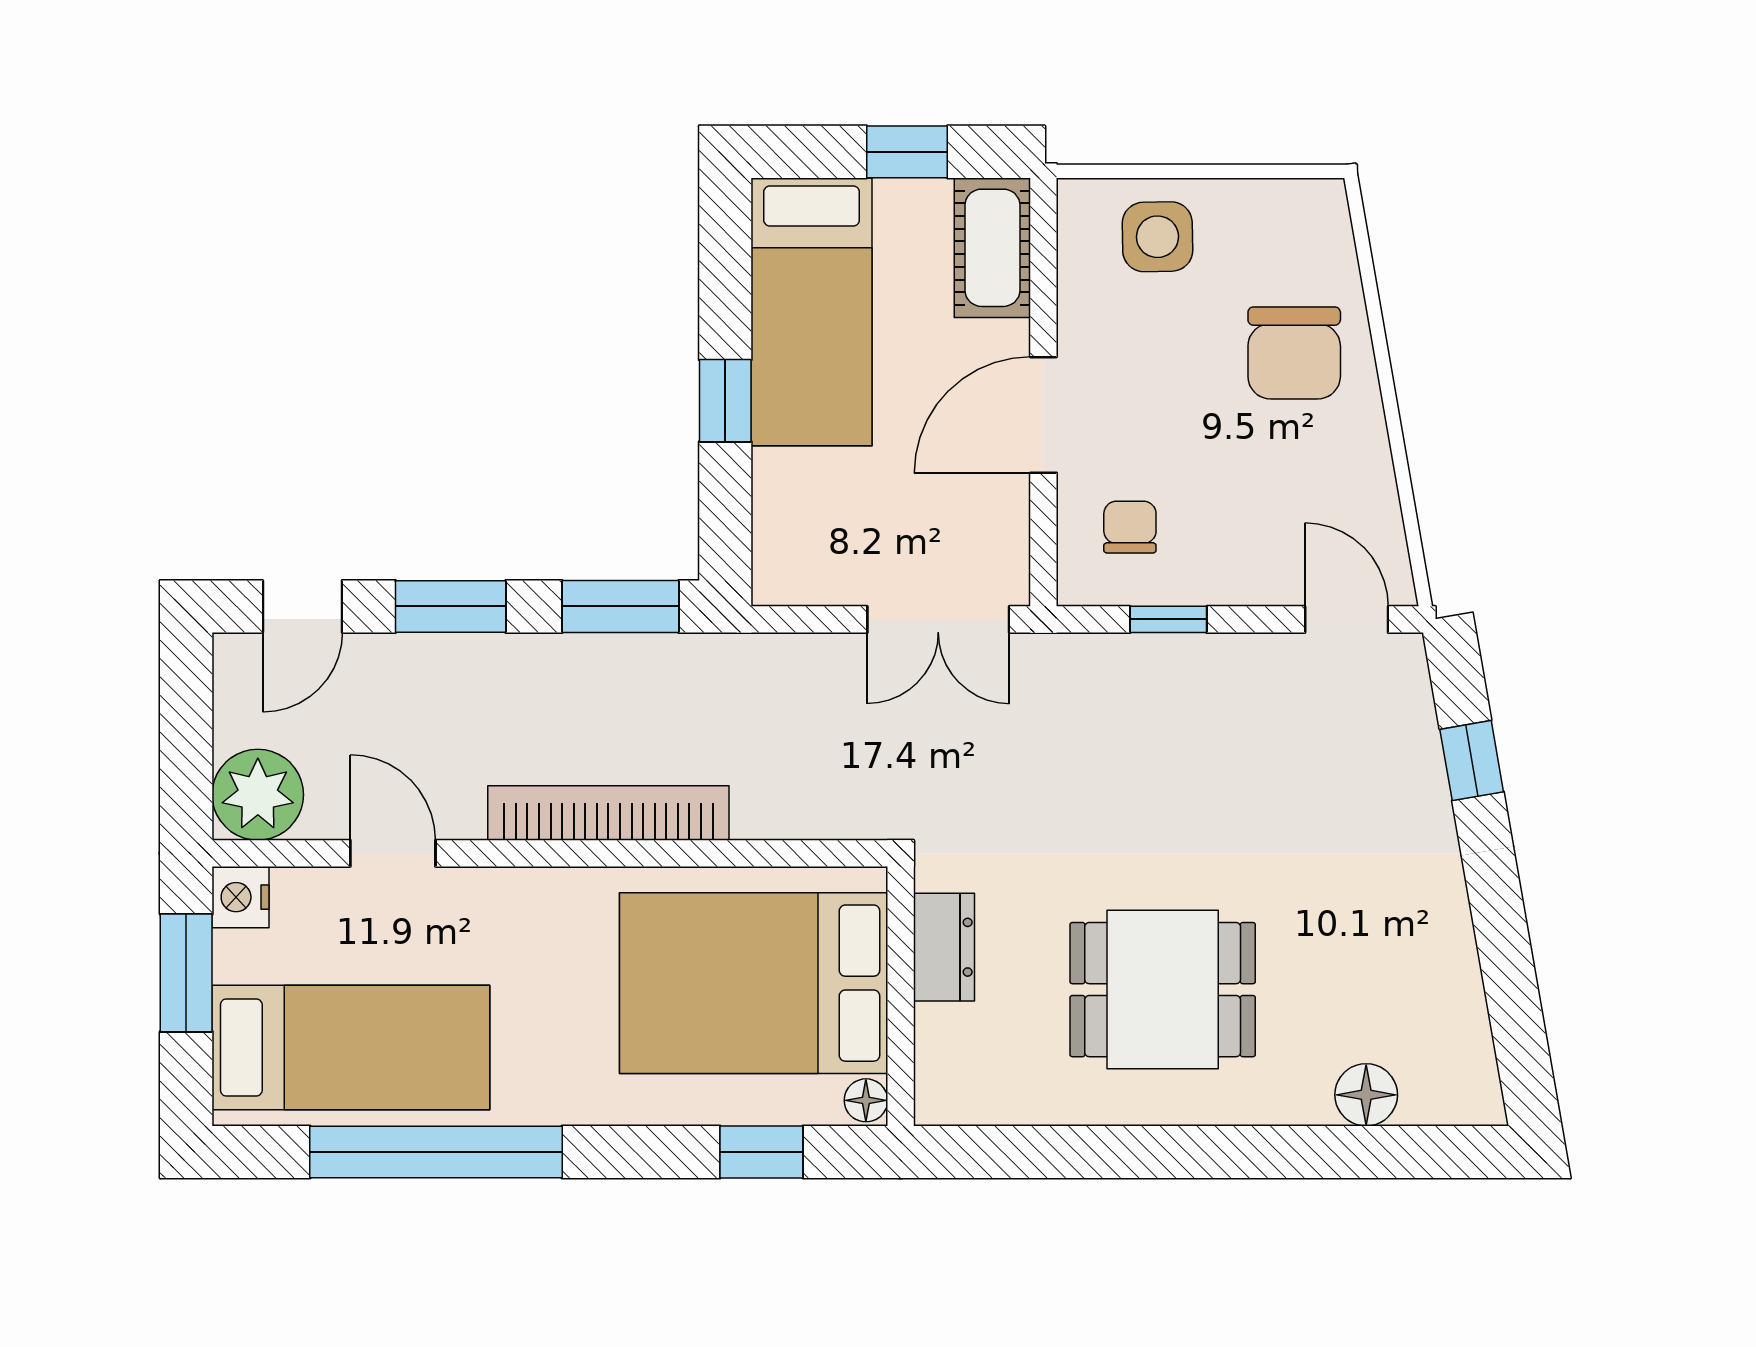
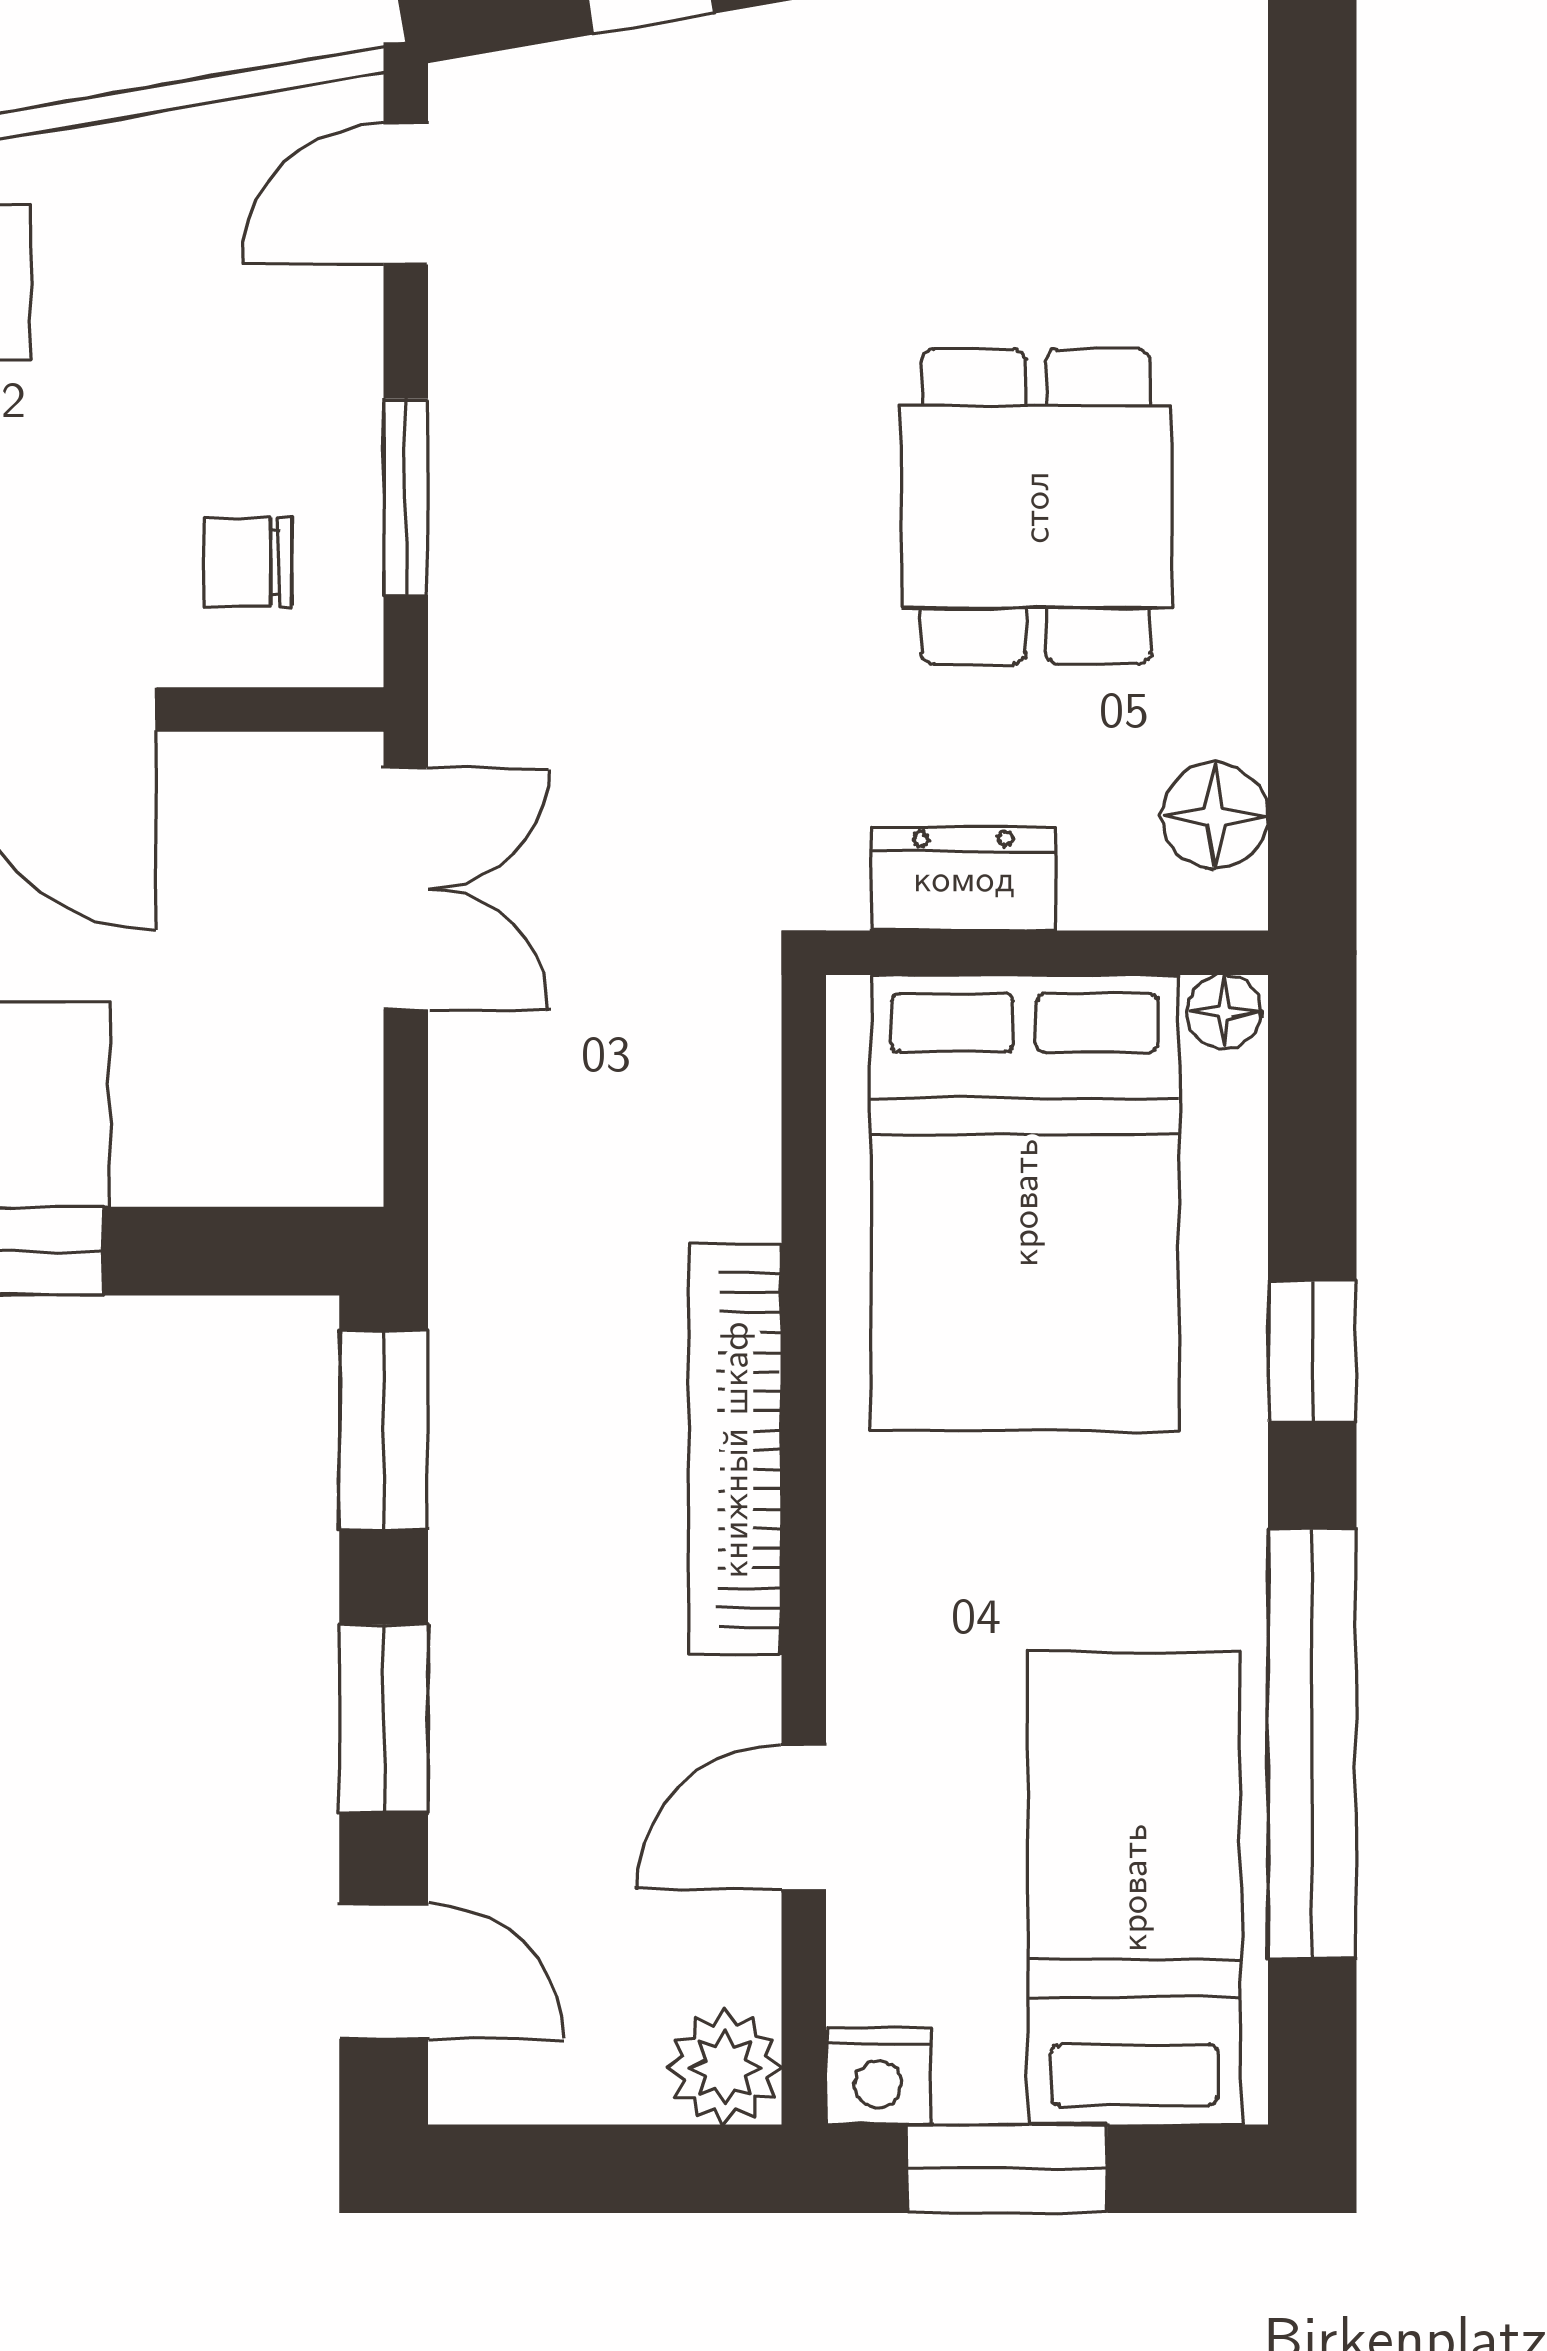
window: (1168, 619) -> (406, 497), width x1.50
plant: (258, 795) -> (725, 2068), width x0.73, depth x0.73
floor lamp: (1366, 1095) -> (1215, 816), moved
window: (761, 1152) -> (1312, 1351), moved

